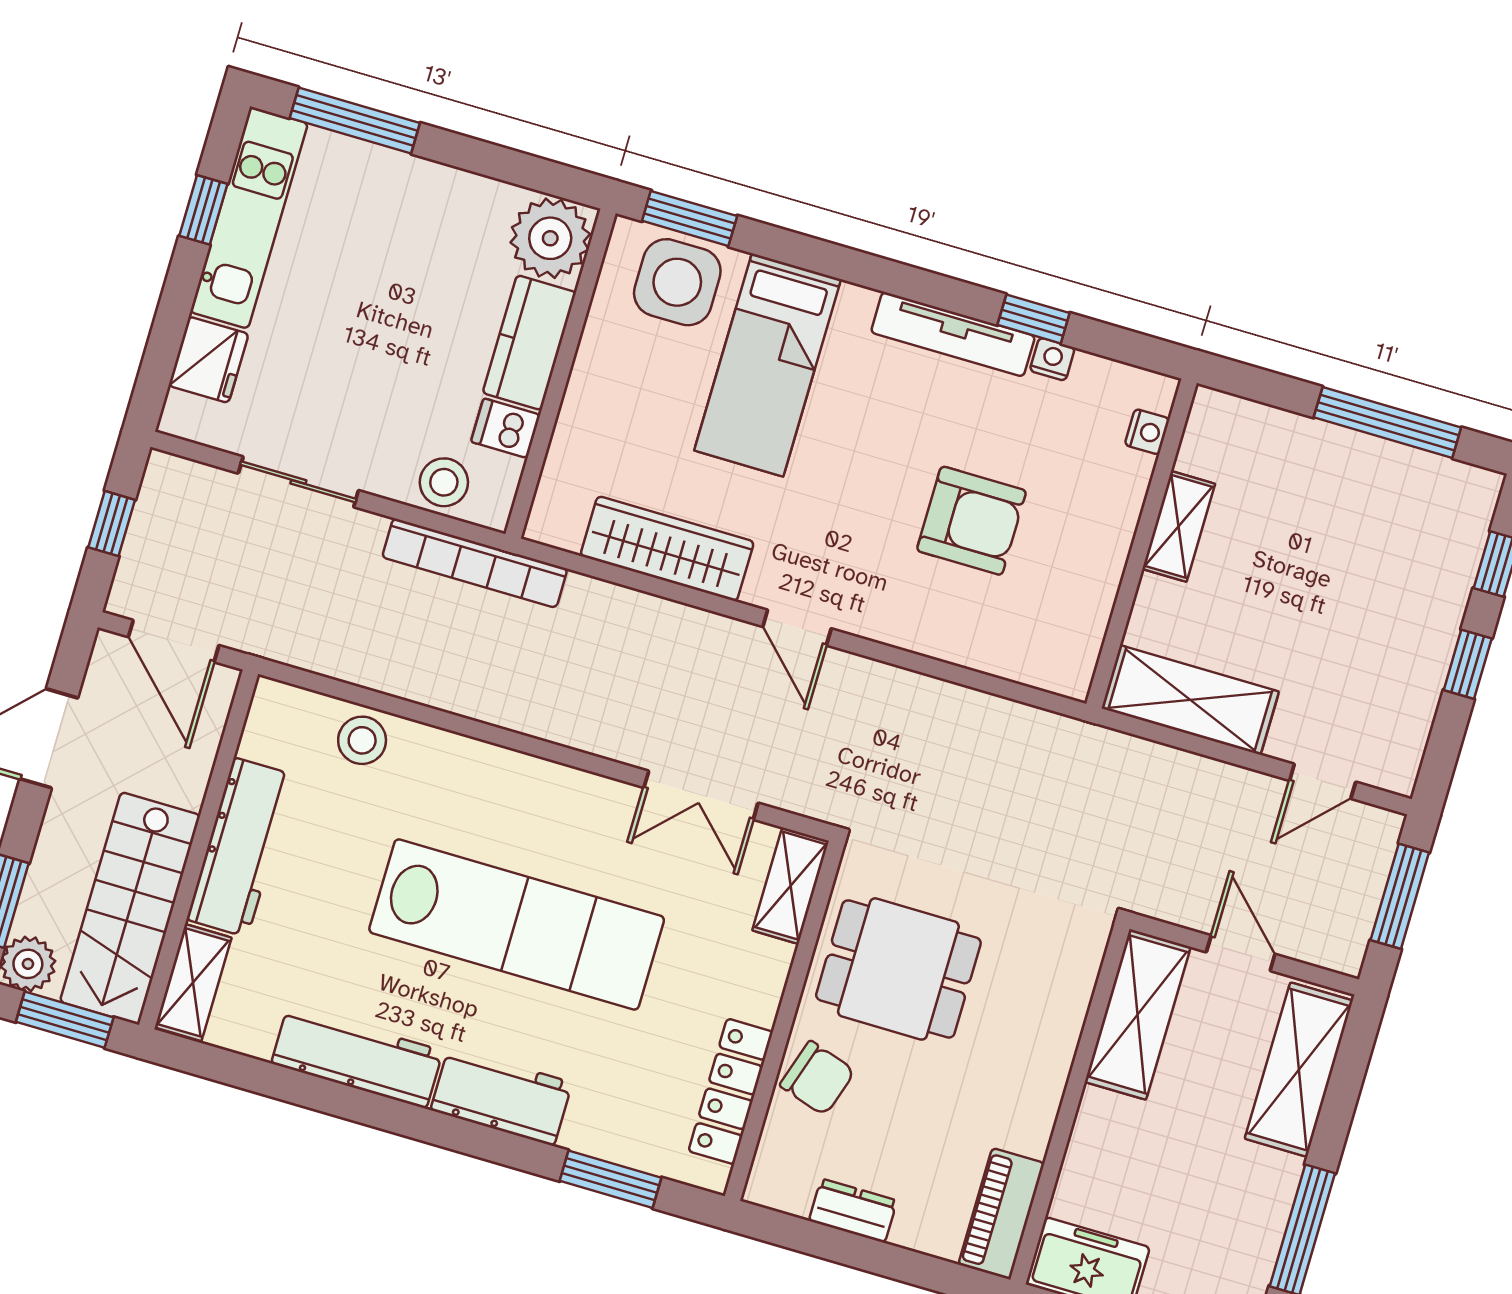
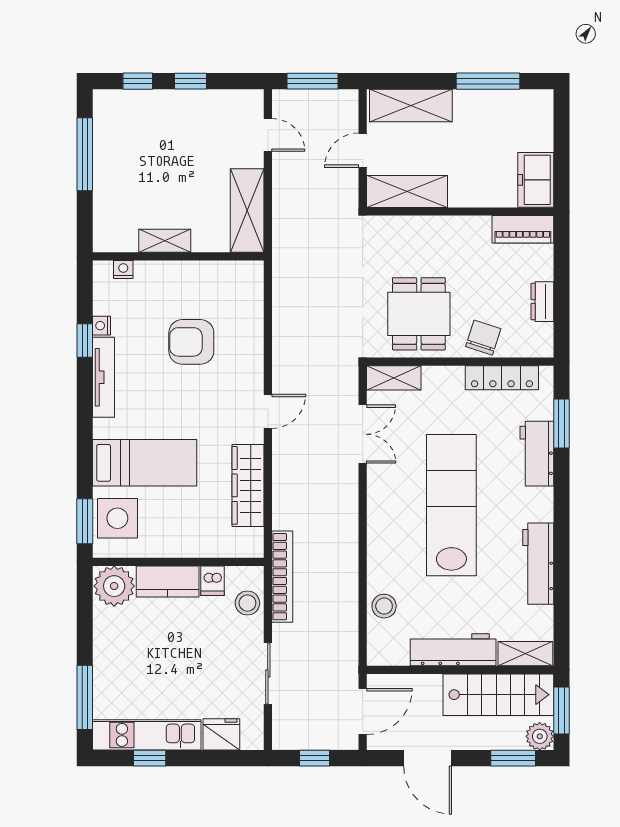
armchair: (971, 521) -> (191, 342), turned -90
workbench: (501, 1096) -> (537, 454), moved

